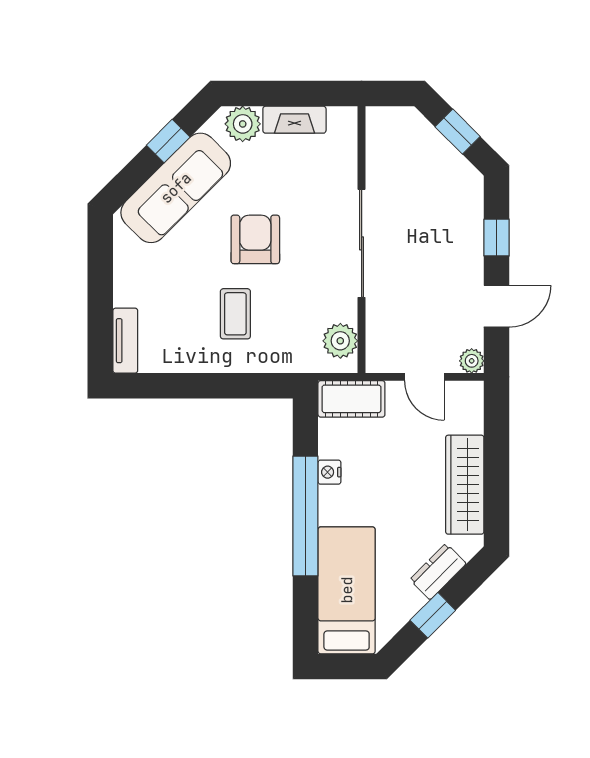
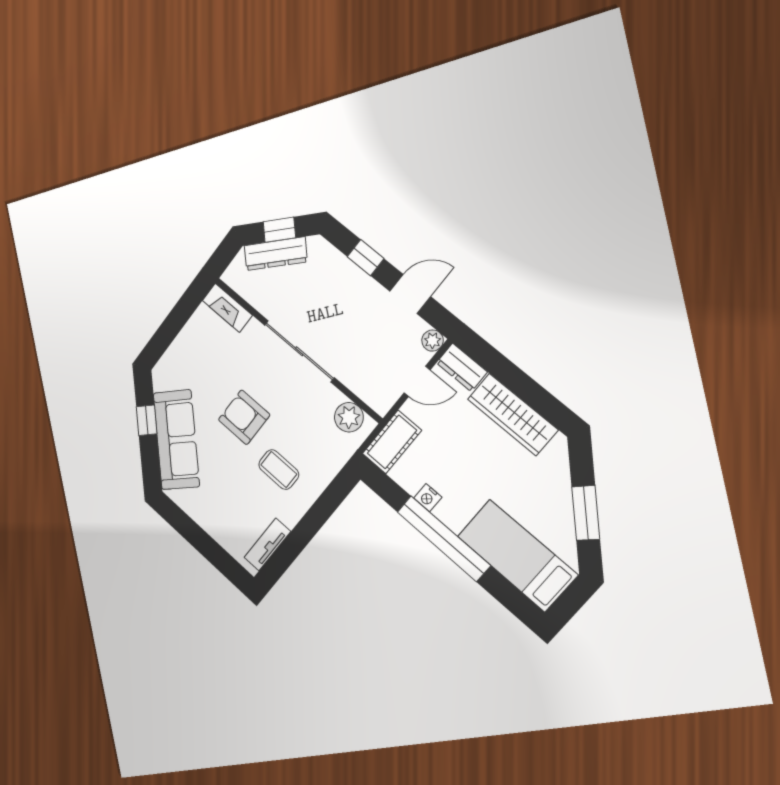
fireplace: (294, 120) -> (227, 308), moved, turned 90
plant: (243, 124) -> (171, 365), removed
dresser: (433, 146) -> (276, 254), added
door: (497, 306) -> (410, 294), hinge flipped
tv unit: (125, 341) -> (267, 545), moved, turned -90
dresser: (438, 572) -> (462, 367), moved, turned -45
window: (433, 615) -> (586, 513), width x1.50

